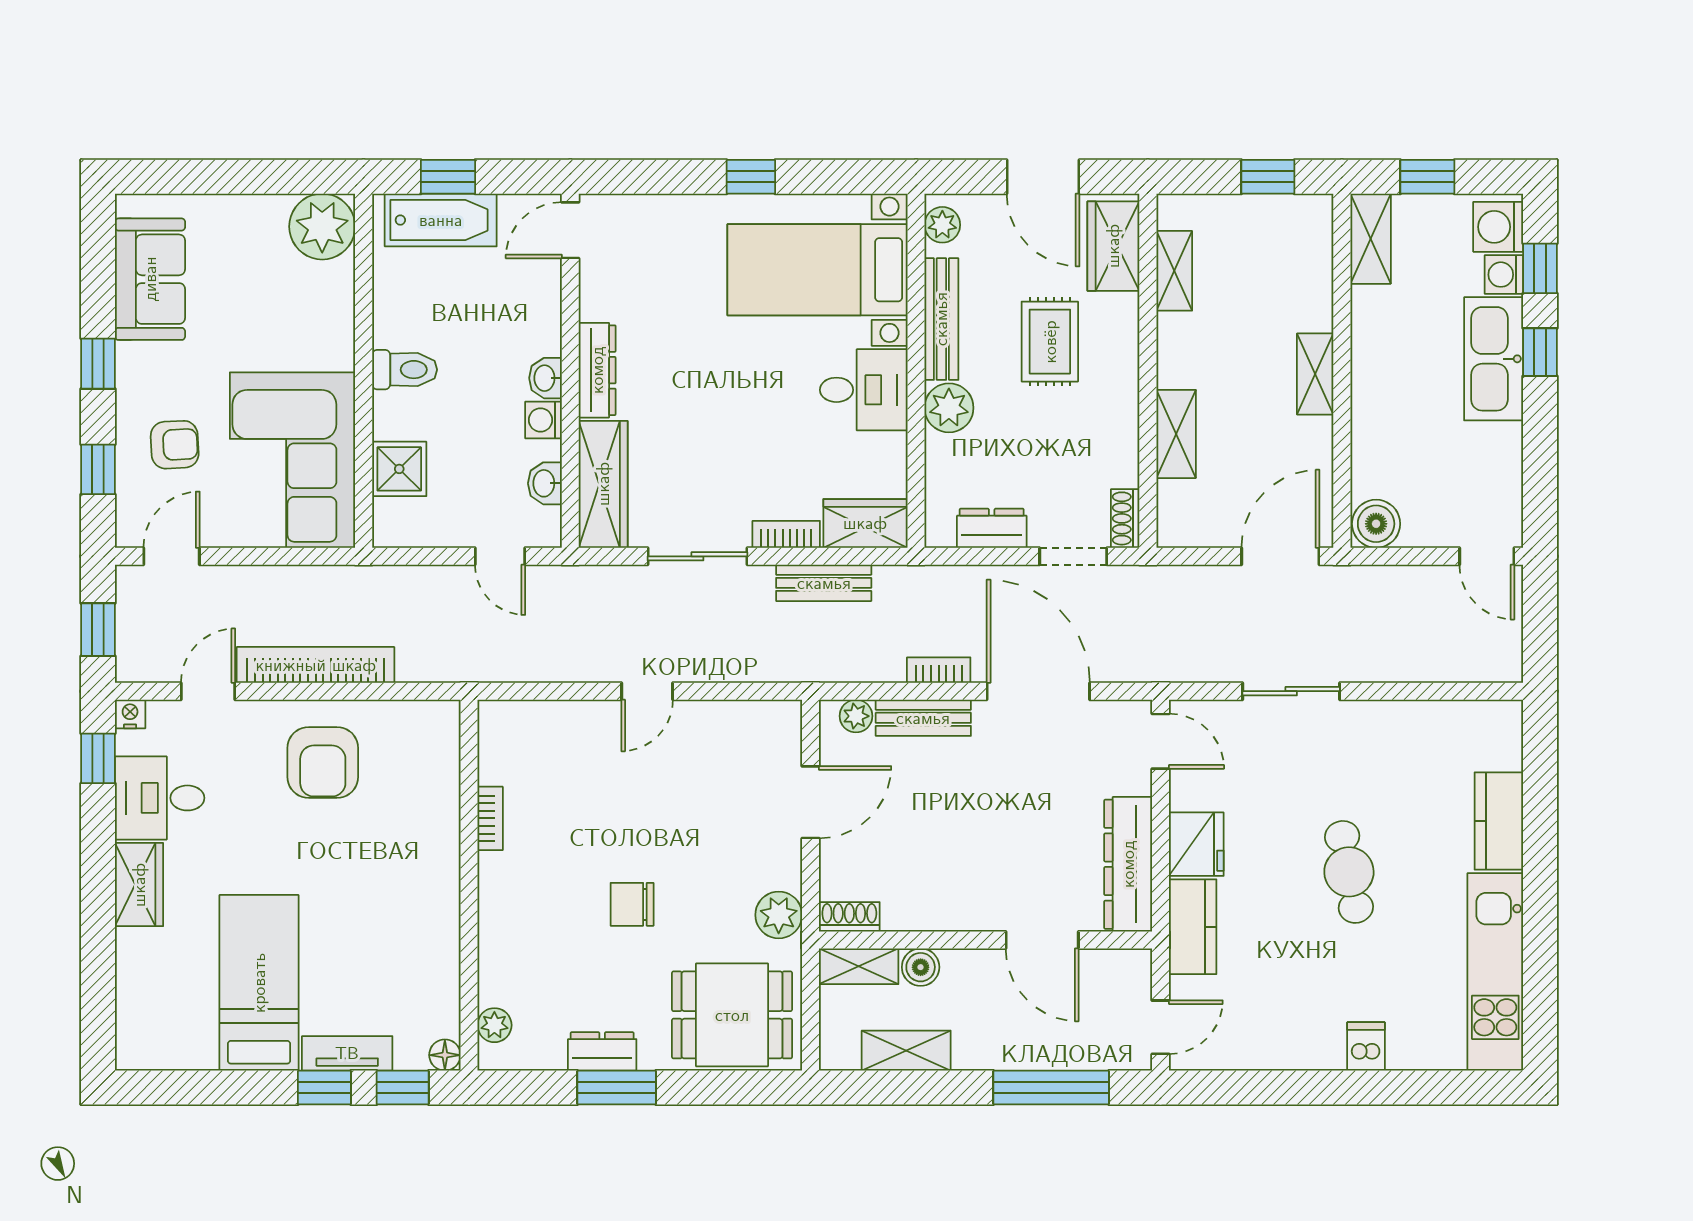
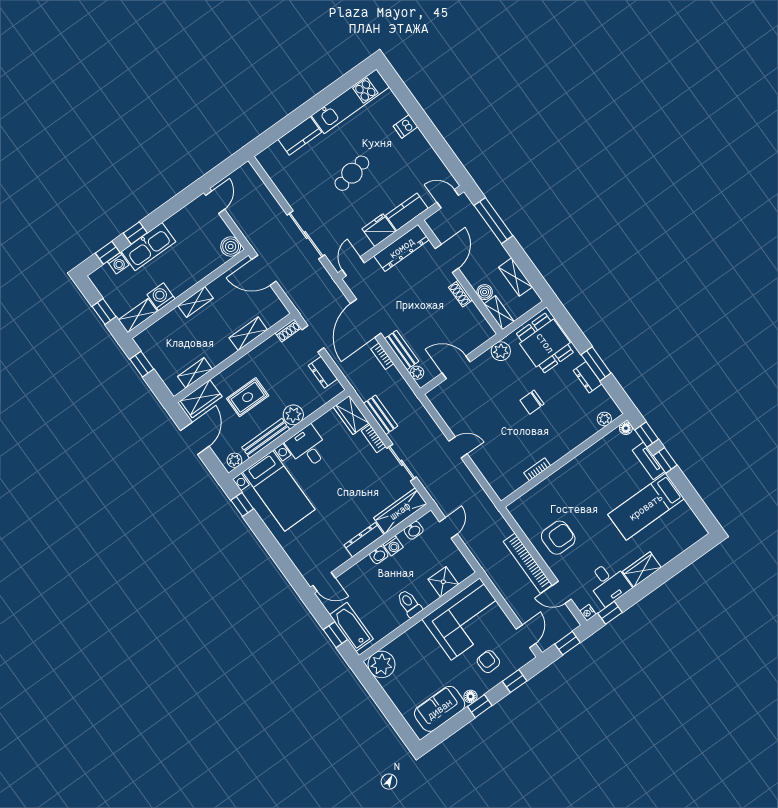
window: (751, 177) -> (242, 504), moved
washing machine: (1498, 227) -> (161, 297), moved, turned 180
floor lamp: (130, 359) -> (471, 696), added
door: (171, 556) -> (526, 636), swing flipped
sliding door: (1291, 691) -> (306, 235), width x1.37
chair: (632, 904) -> (532, 402), turned 90
shoe rack: (849, 917) -> (460, 294), moved

